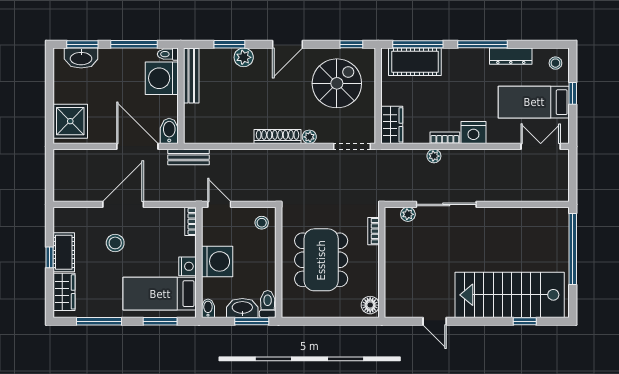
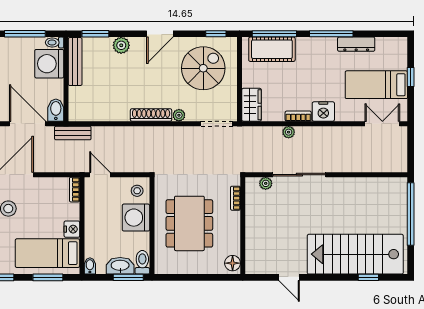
window: (229, 44) -> (95, 34), moved
stool: (555, 63) -> (395, 50), removed
washing machine: (217, 261) -> (136, 218), moved, turned 180

